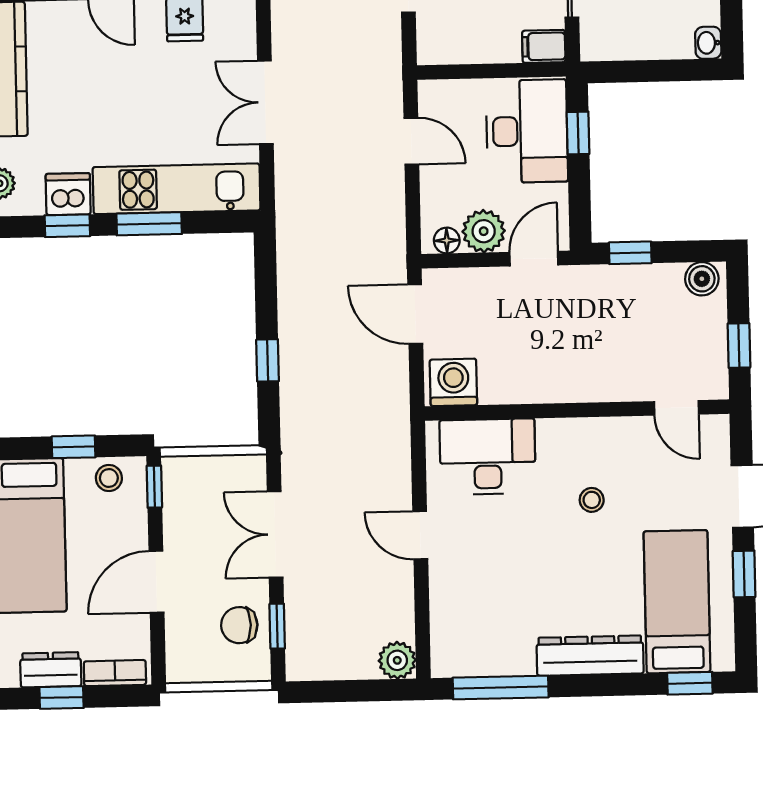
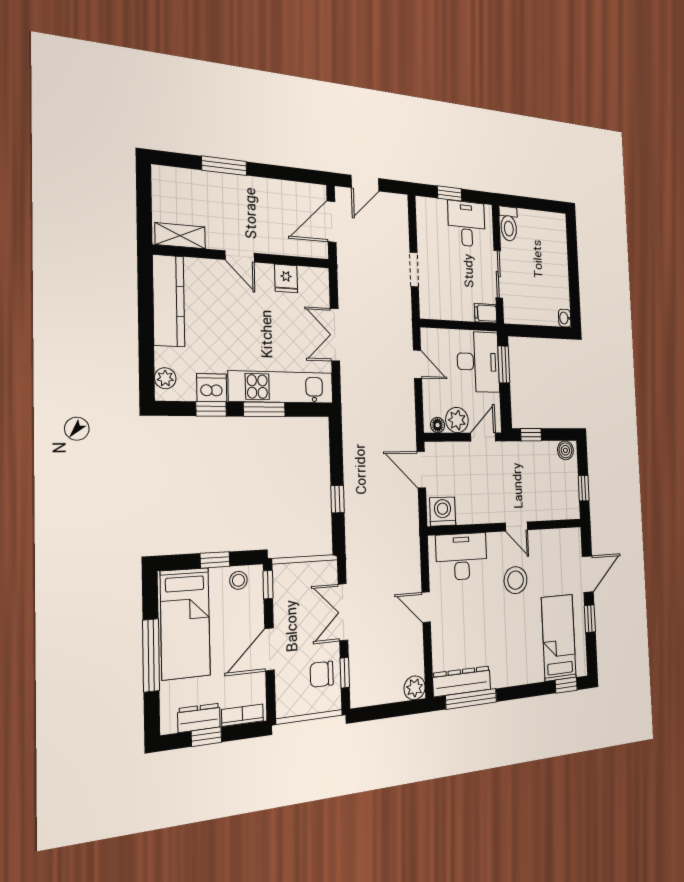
window: (578, 133) -> (504, 364), width x1.50
door: (677, 408) -> (516, 526), moved
stool: (592, 500) -> (516, 580), width x1.89, depth x1.89
dresser: (590, 656) -> (462, 681), moved

